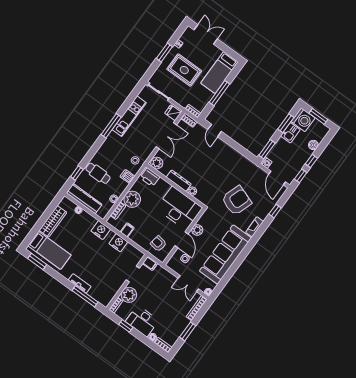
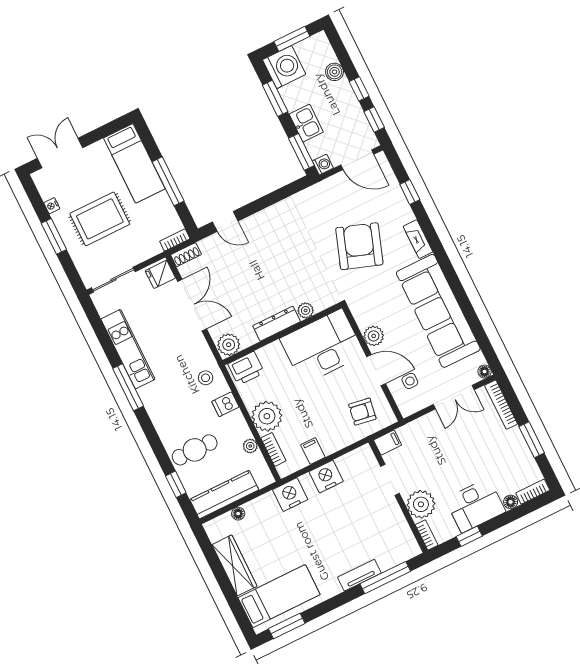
kitchen sink: (290, 133) -> (306, 123), moved

